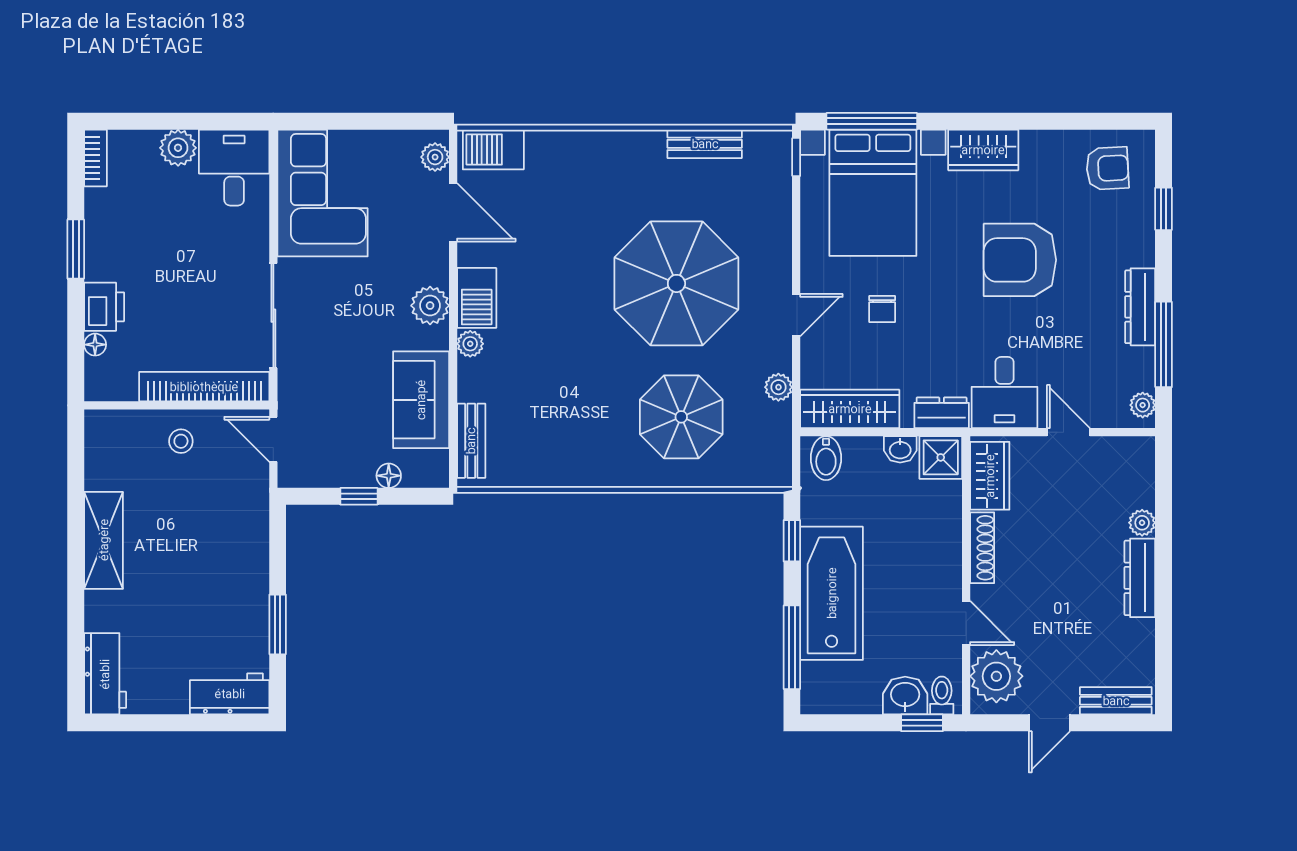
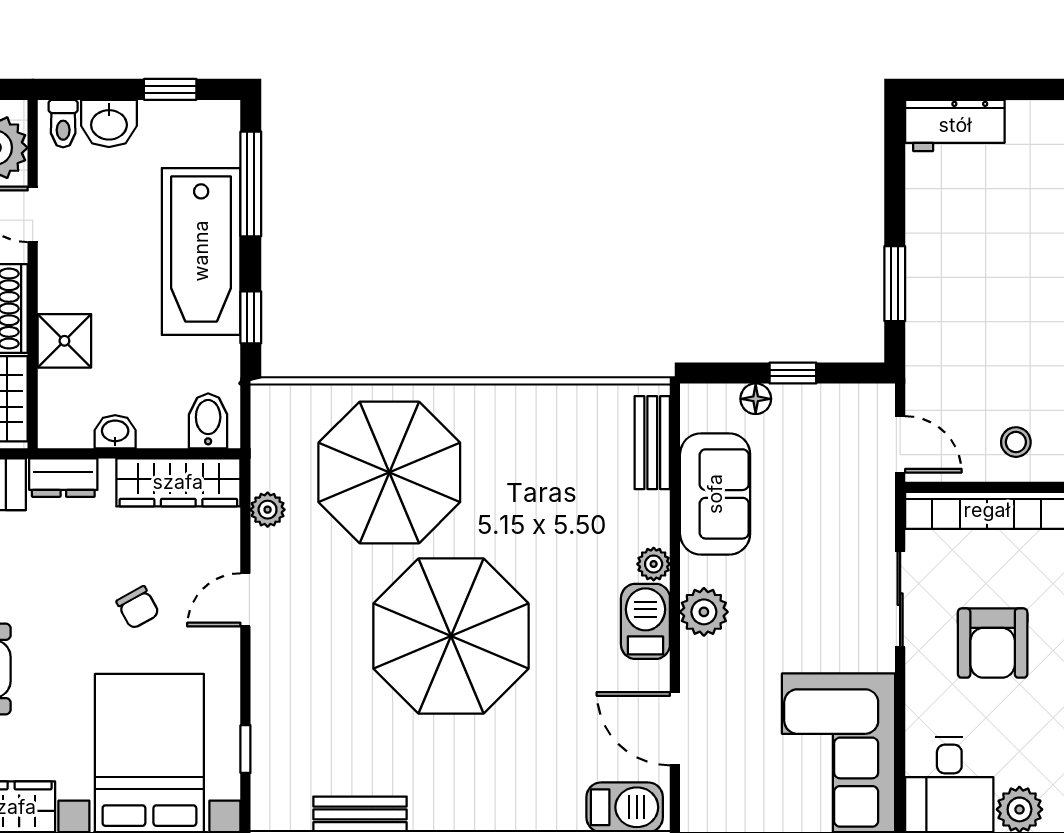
plant: (435, 157) -> (698, 798), removed
window: (796, 157) -> (245, 749), moved
armchair: (199, 281) -> (993, 643), added
parasol: (676, 283) -> (451, 636), moved
chair: (882, 309) -> (138, 608), turned 151
sliding door: (273, 316) -> (900, 599), width x0.73
parasol: (681, 417) -> (389, 472), width x1.36, depth x1.36
shower: (941, 457) -> (64, 341), moved
window: (278, 624) -> (895, 284), moved
window: (922, 723) -> (170, 89), moved

